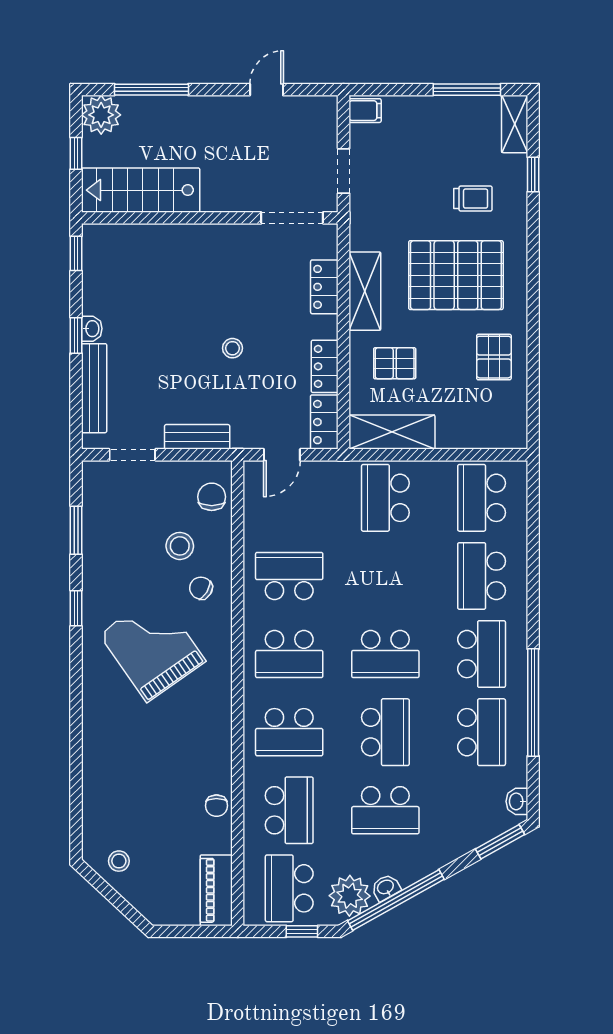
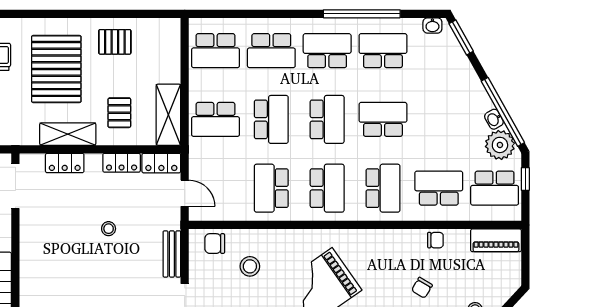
chair: (201, 588) -> (422, 288), moved
school desk: (385, 810) -> (271, 119), moved

